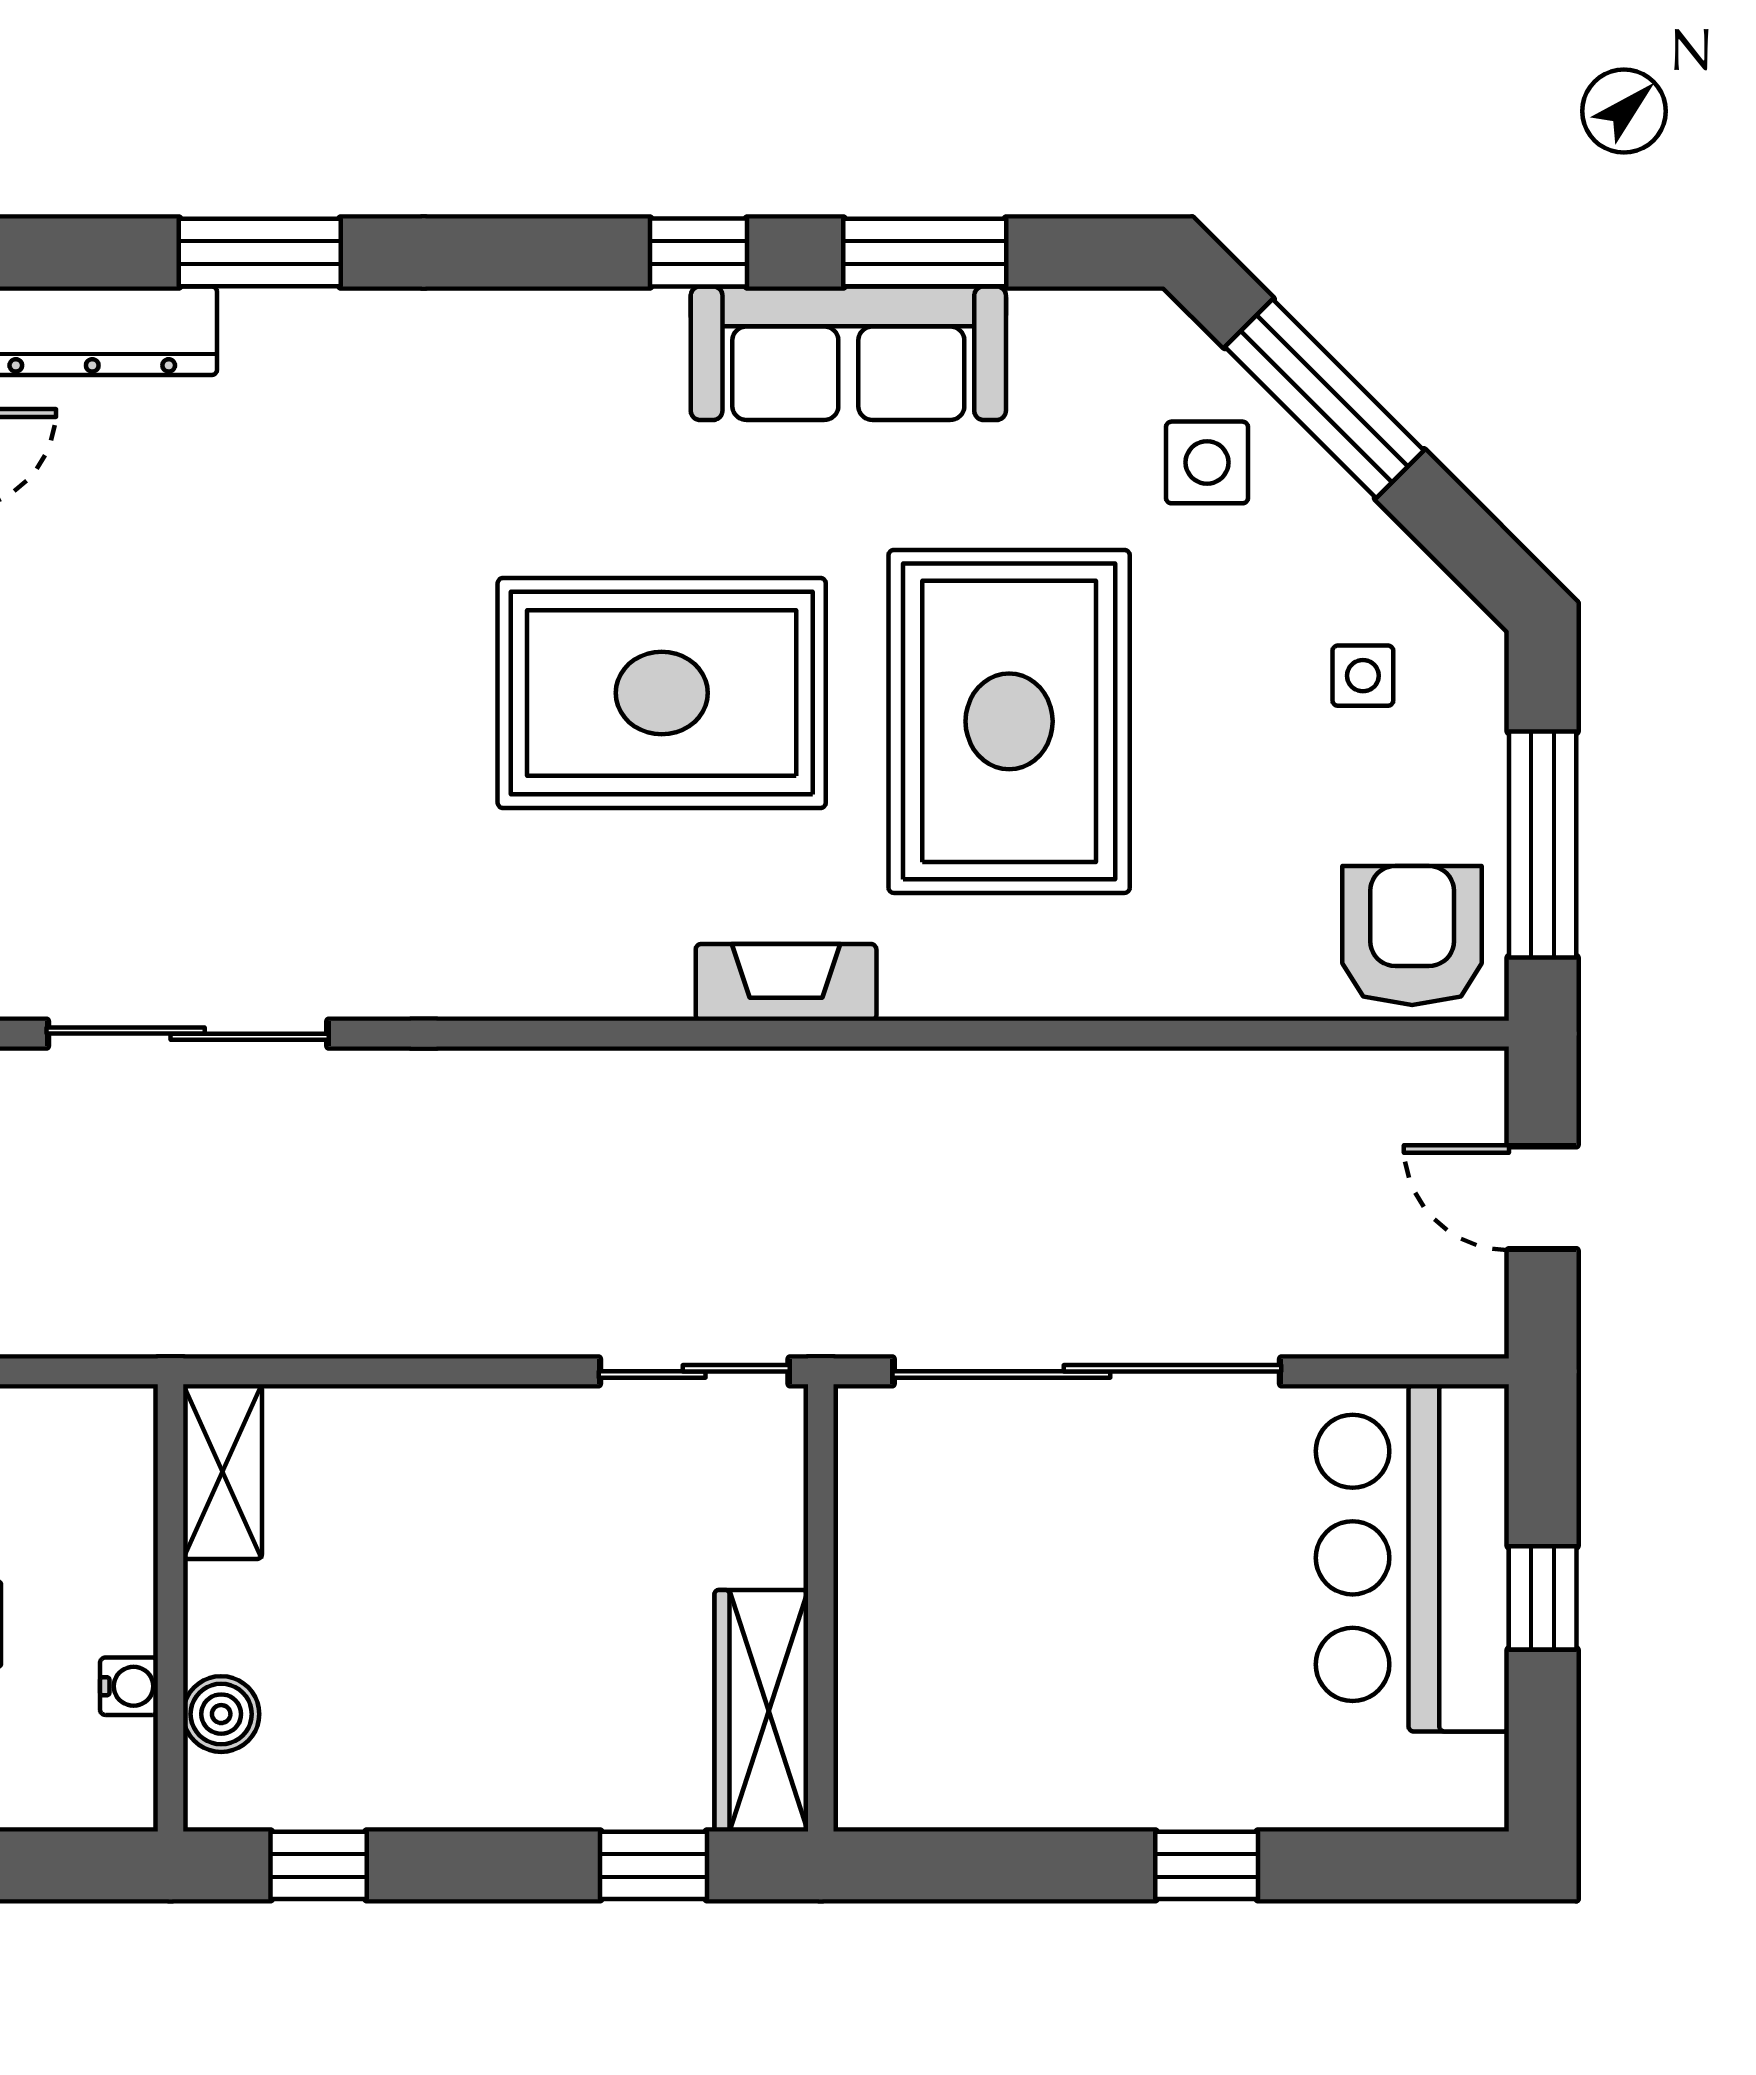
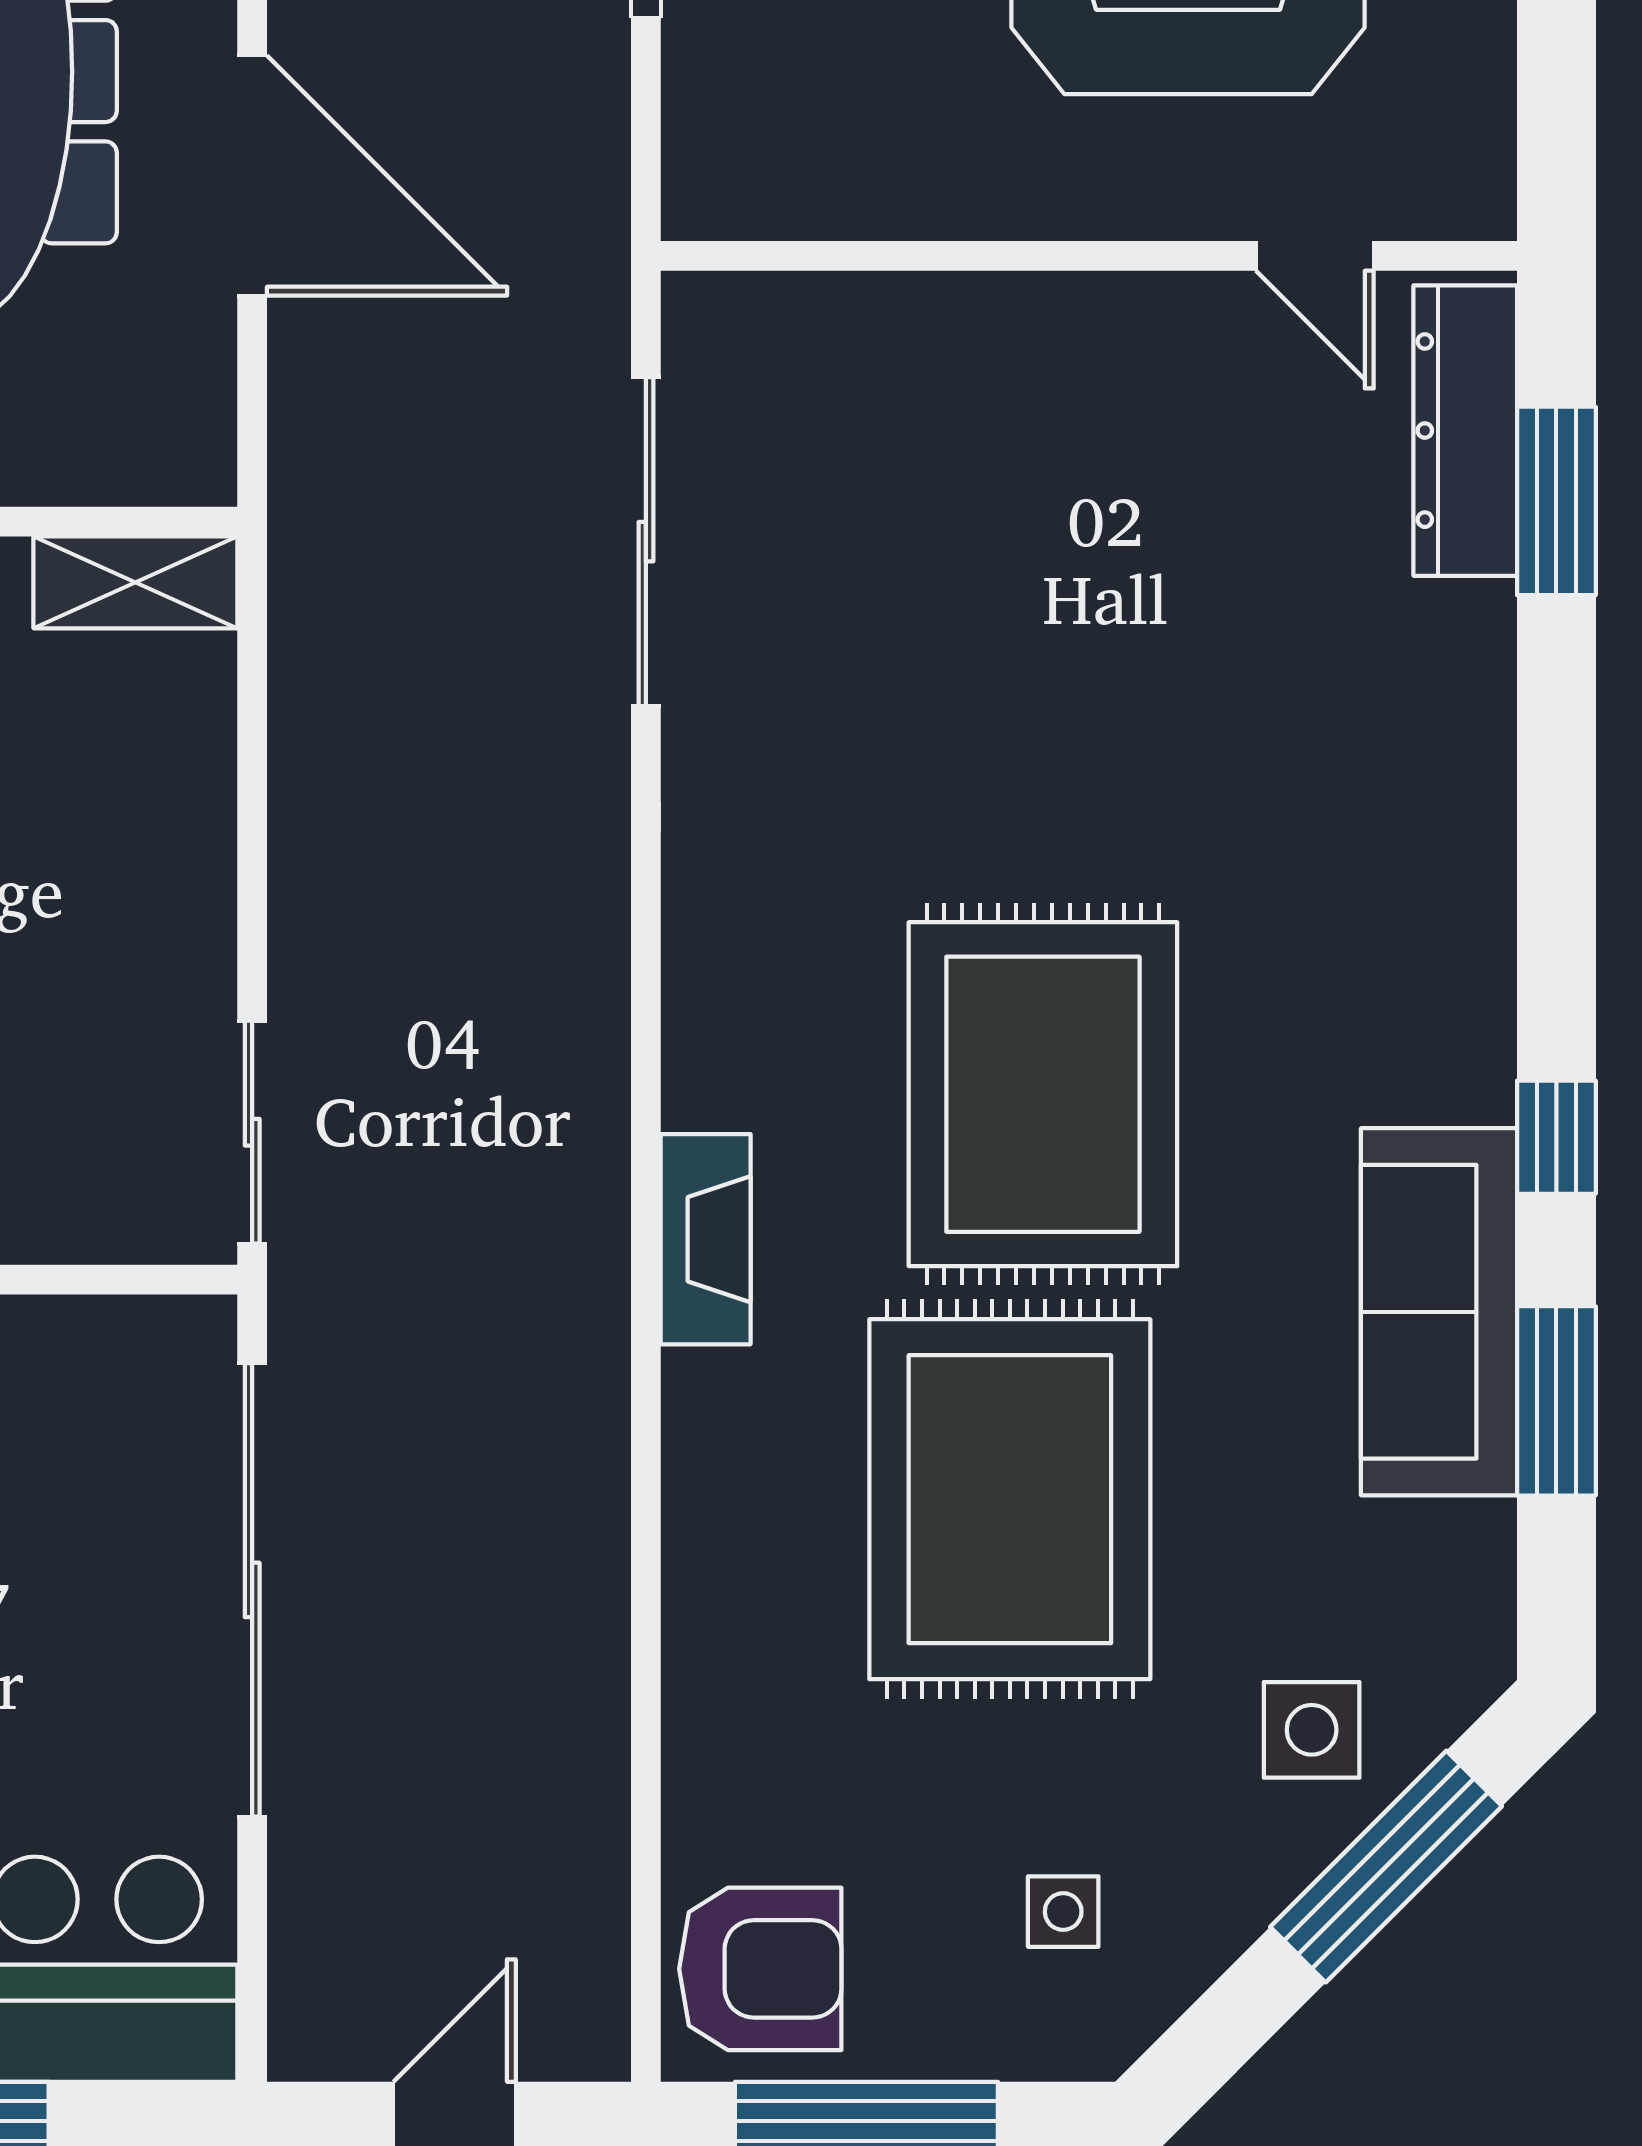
window: (260, 252) -> (1556, 501), moved
rug: (1009, 721) -> (1010, 1499), turned 90

